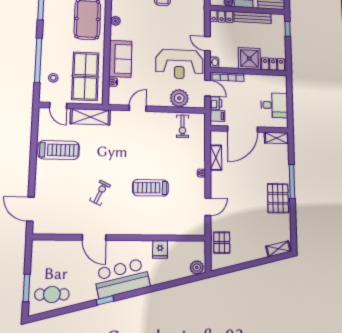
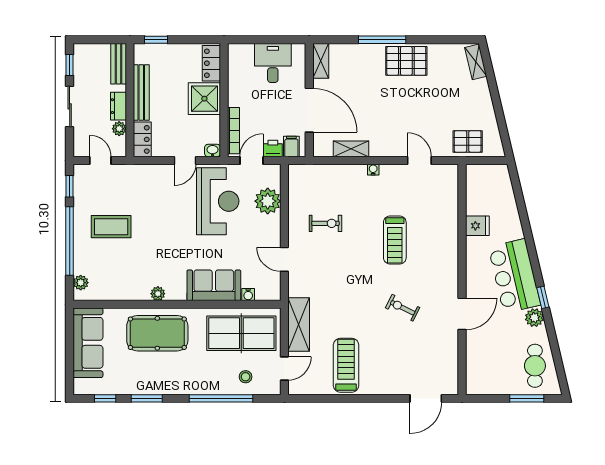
exercise bike: (183, 126) -> (325, 223), moved
plant: (197, 268) -> (534, 318), moved

